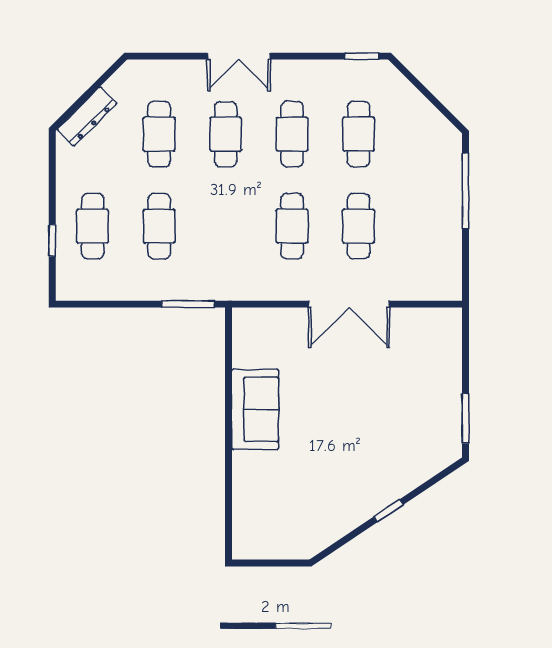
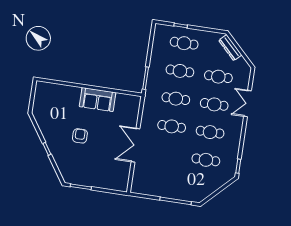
double door: (239, 56) -> (248, 104), moved
cafe table: (359, 226) -> (176, 99), moved
armchair: (347, 438) -> (80, 136), added

